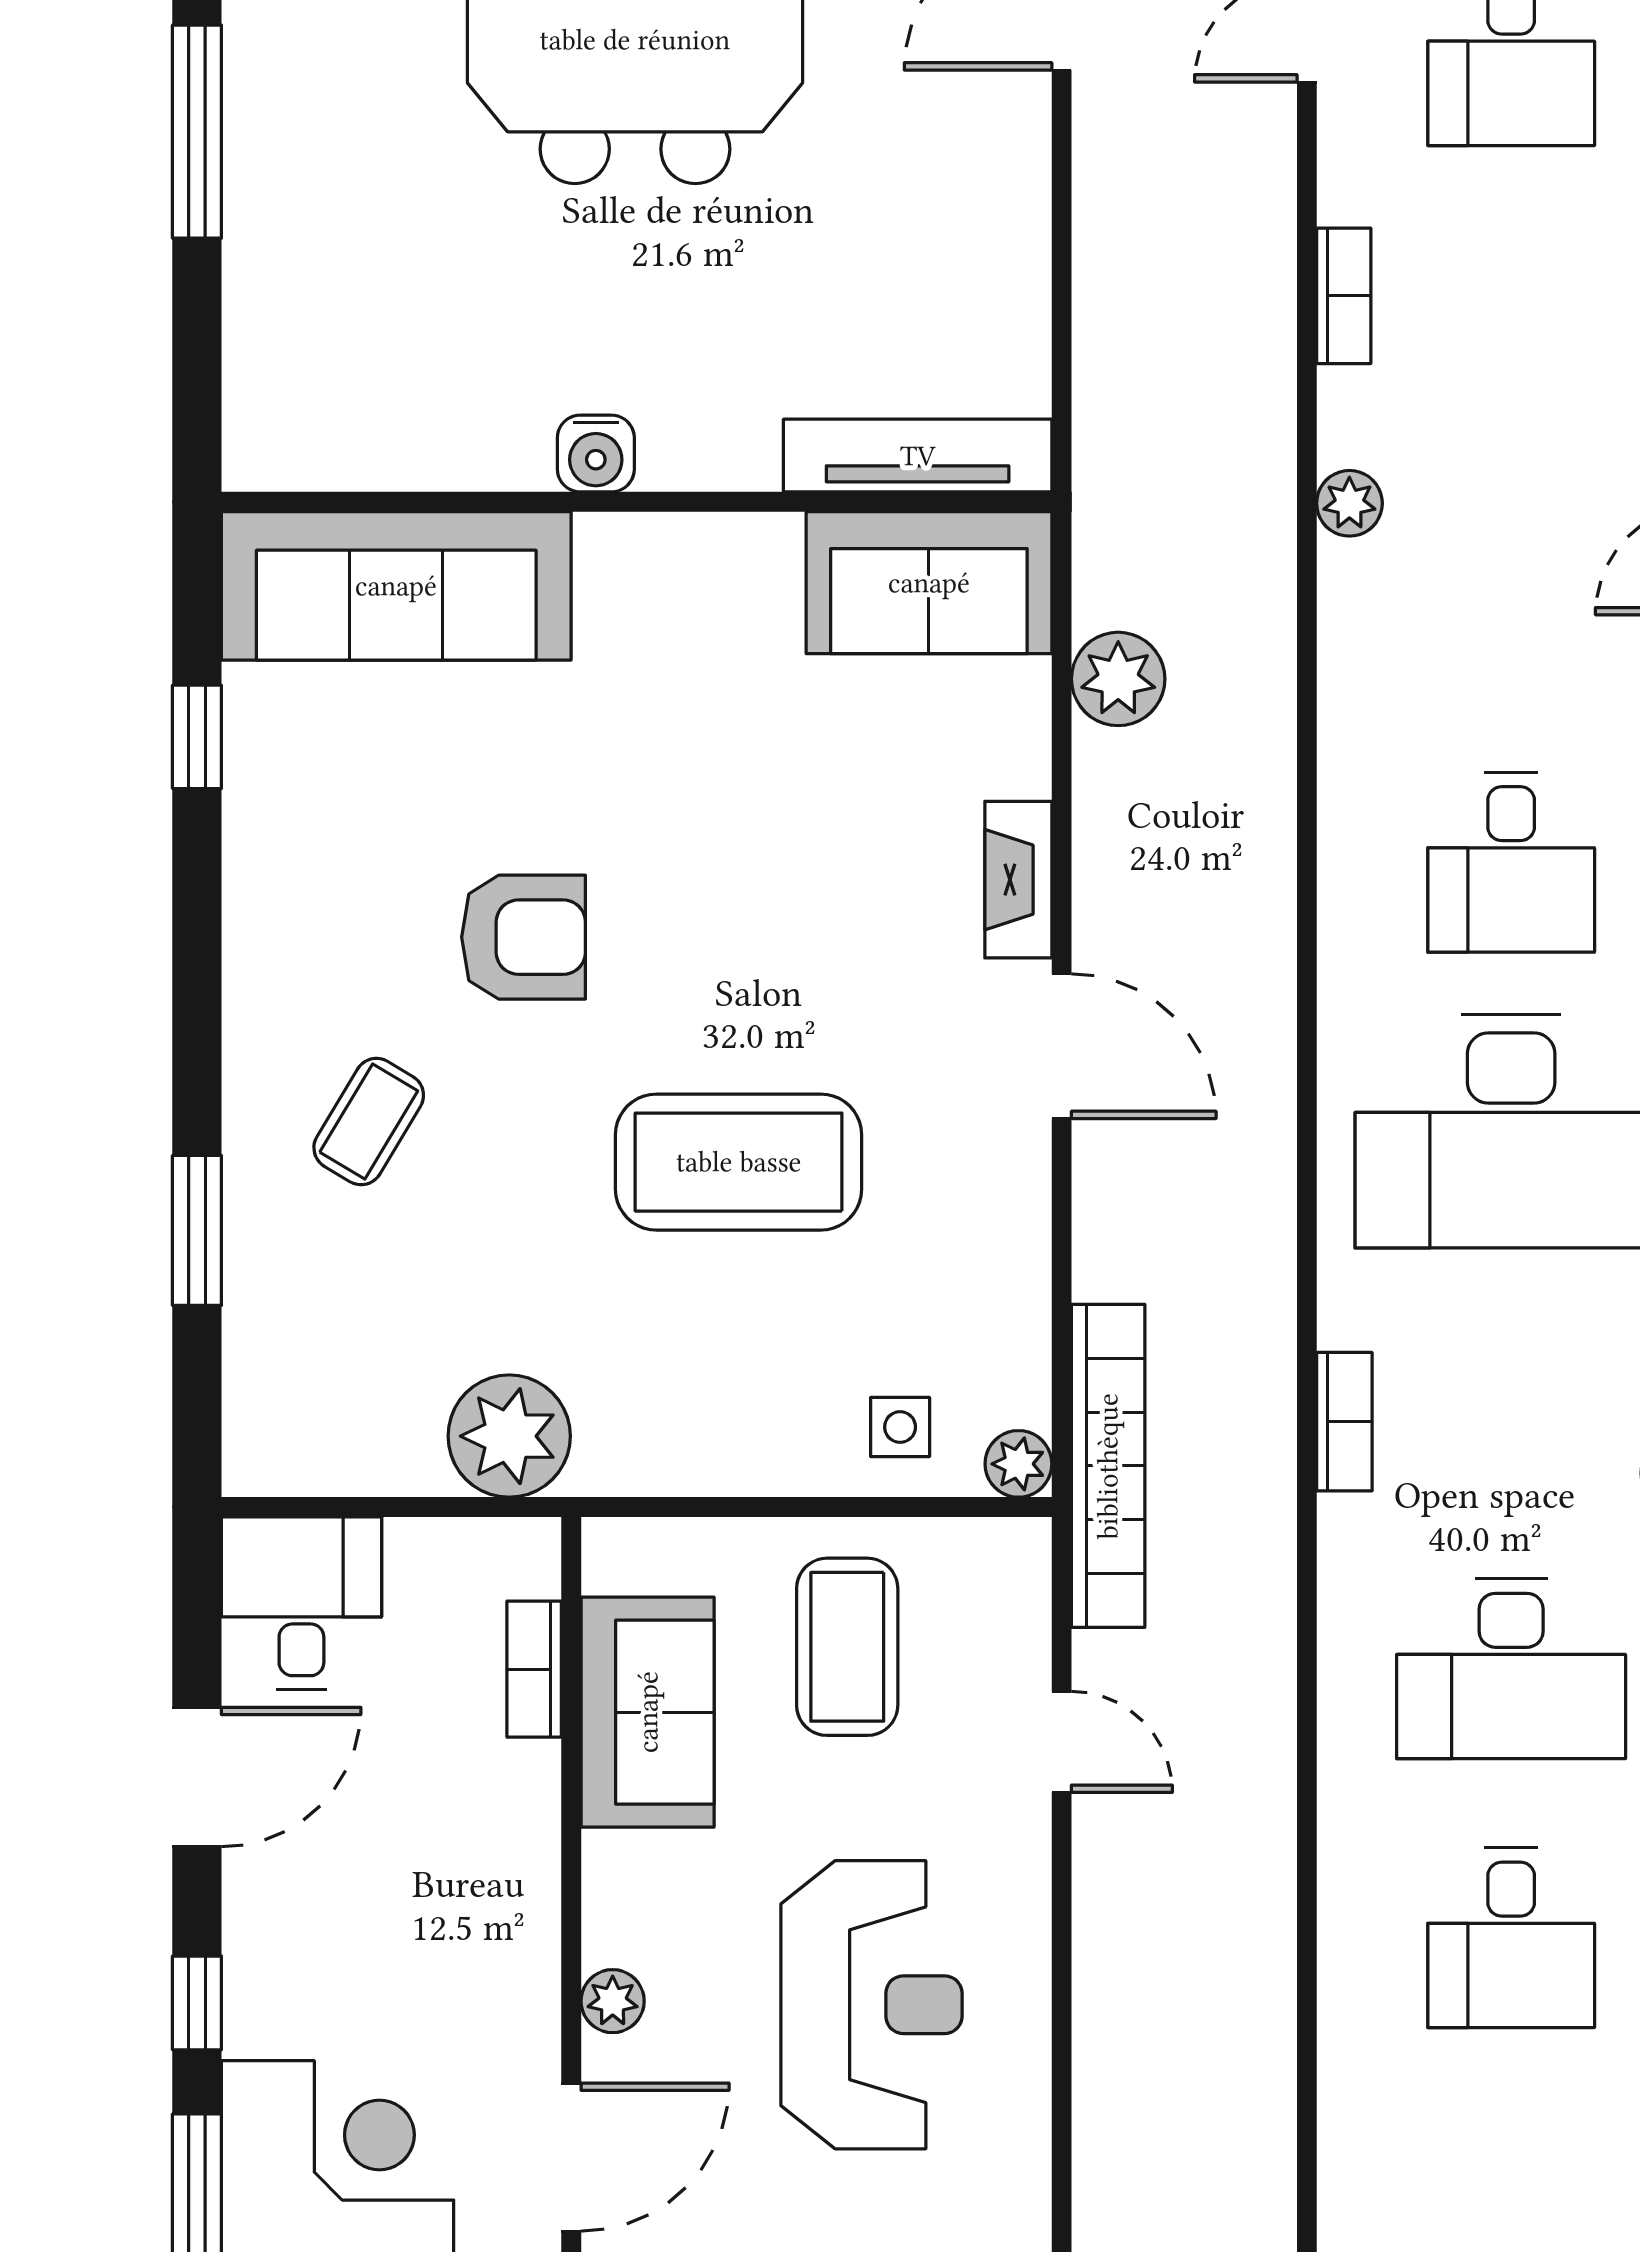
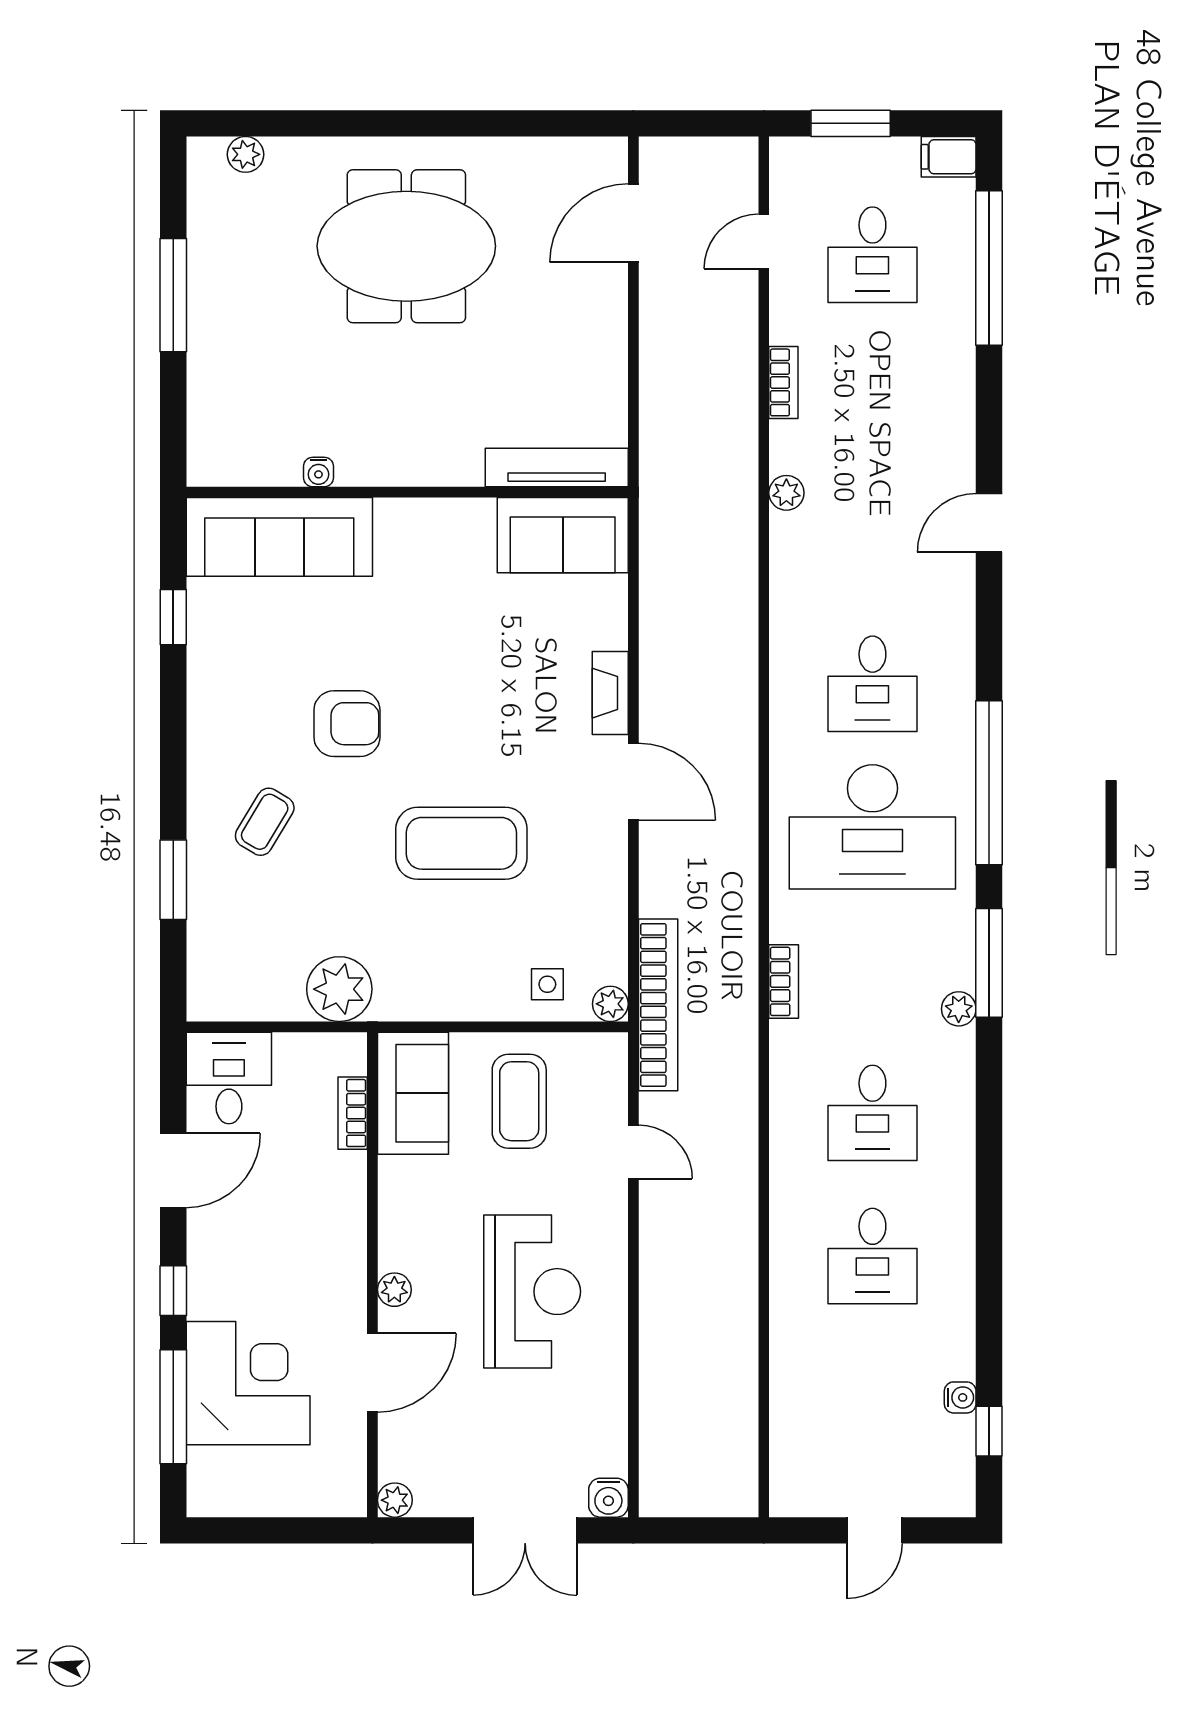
water cooler: (596, 453) -> (318, 472), moved, width x0.72, depth x0.72
plant: (1118, 679) -> (663, 586), removed
desk: (1511, 1669) -> (872, 1113), width x0.73
sofa: (648, 1712) -> (413, 1093), moved

